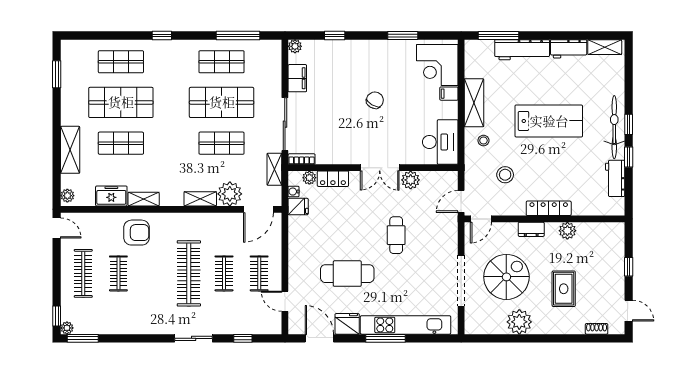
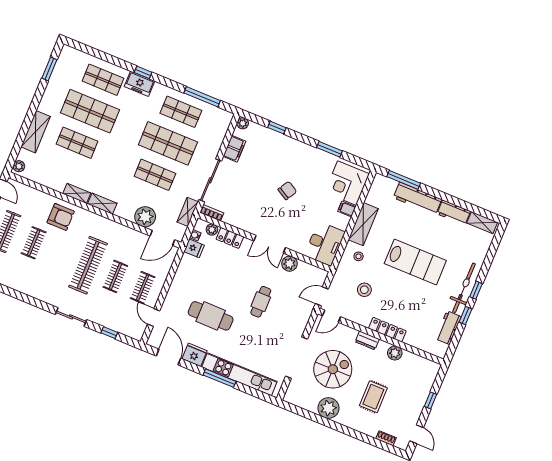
freezer: (111, 196) -> (139, 84), moved, turned 180
shelving: (200, 199) -> (102, 204), moved

